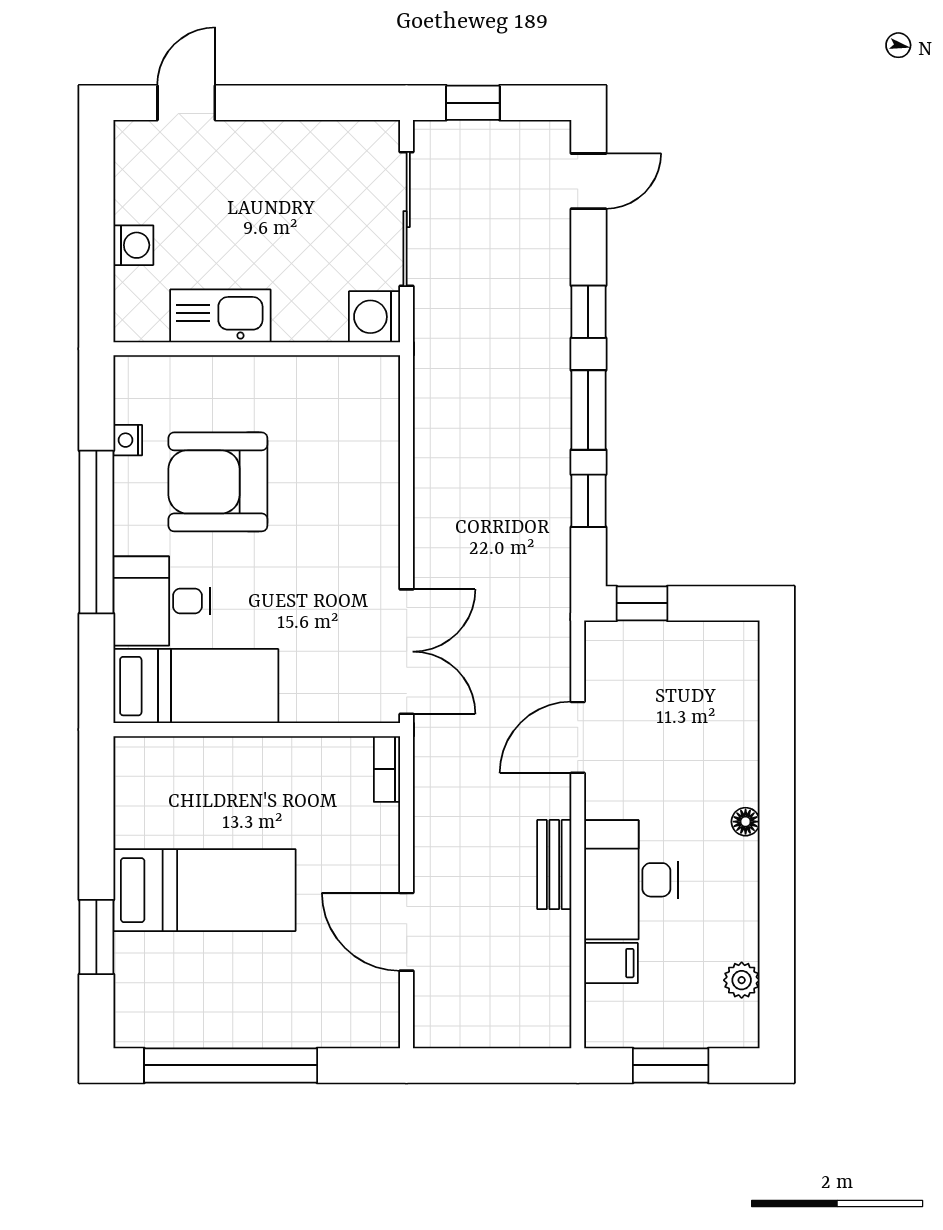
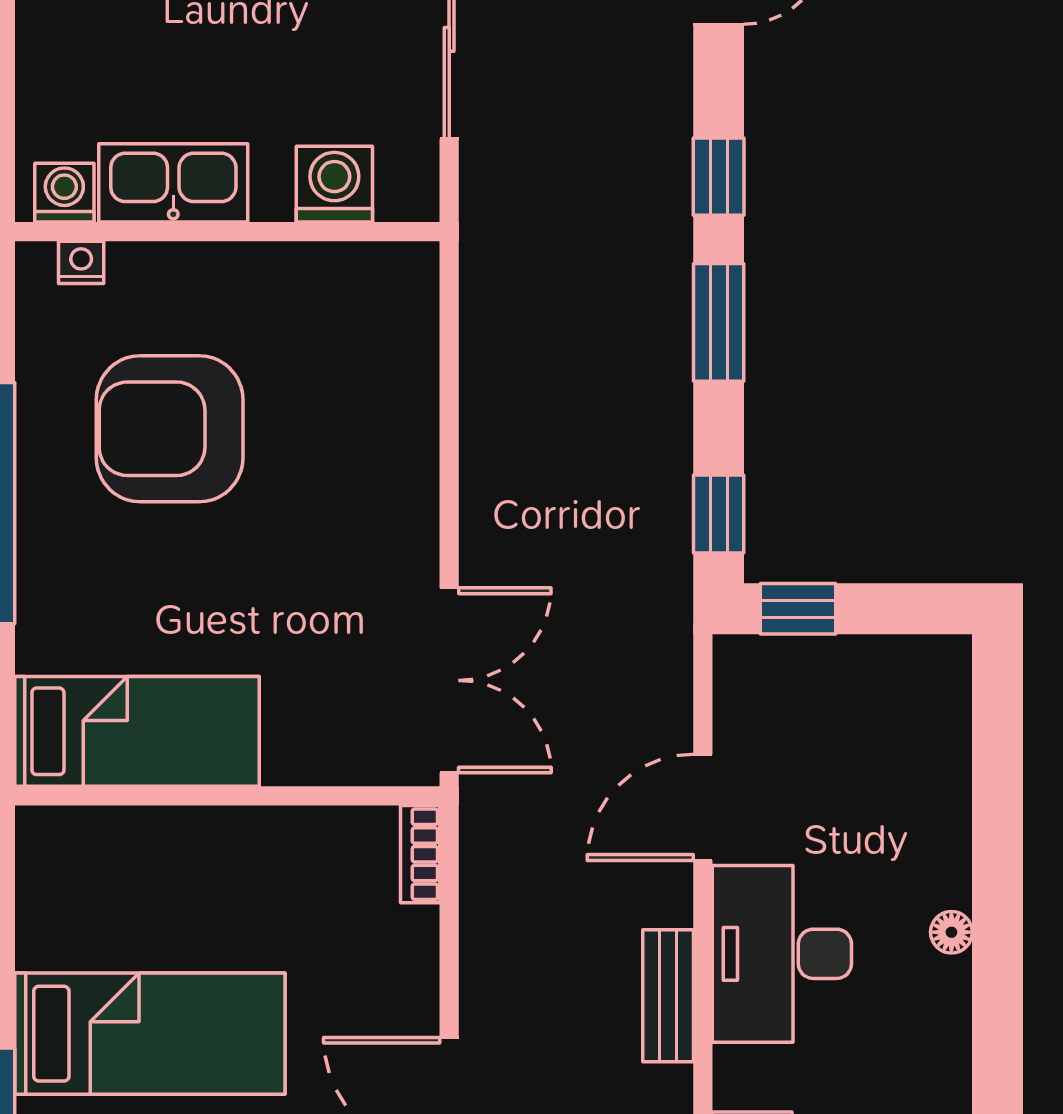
washing machine: (133, 245) -> (64, 193), moved, turned -90
washing machine: (375, 317) -> (334, 184), moved, turned 90
nightstand: (128, 440) -> (81, 262), moved, turned 90
window: (588, 501) -> (719, 514), moved
desk: (162, 601) -> (86, 605), removed
desk: (631, 880) -> (782, 954), moved

